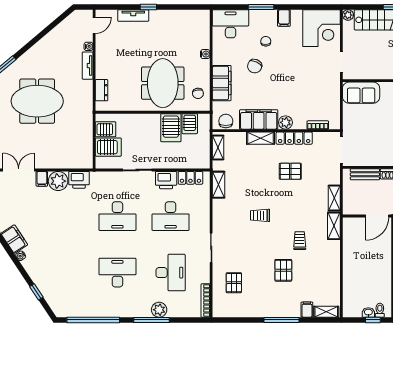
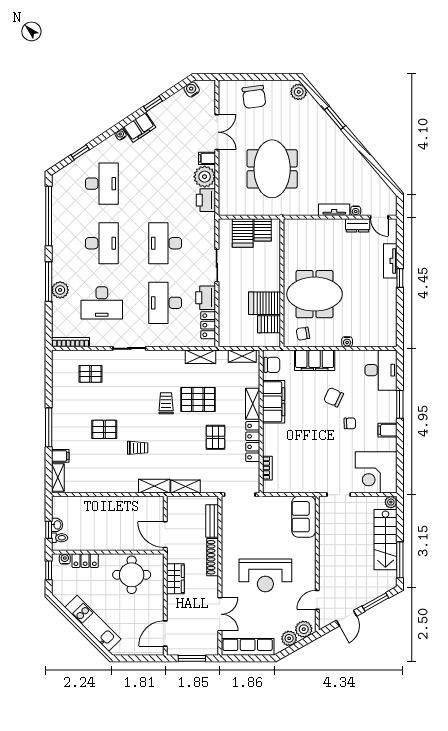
chair: (266, 41) -> (350, 423), moved
dresser: (102, 90) -> (358, 225), moved
meeting table: (37, 101) -> (272, 169), moved
plant: (285, 122) -> (270, 432), removed
pallet: (257, 187) -> (198, 400), added
desk: (64, 273) -> (102, 184), added

